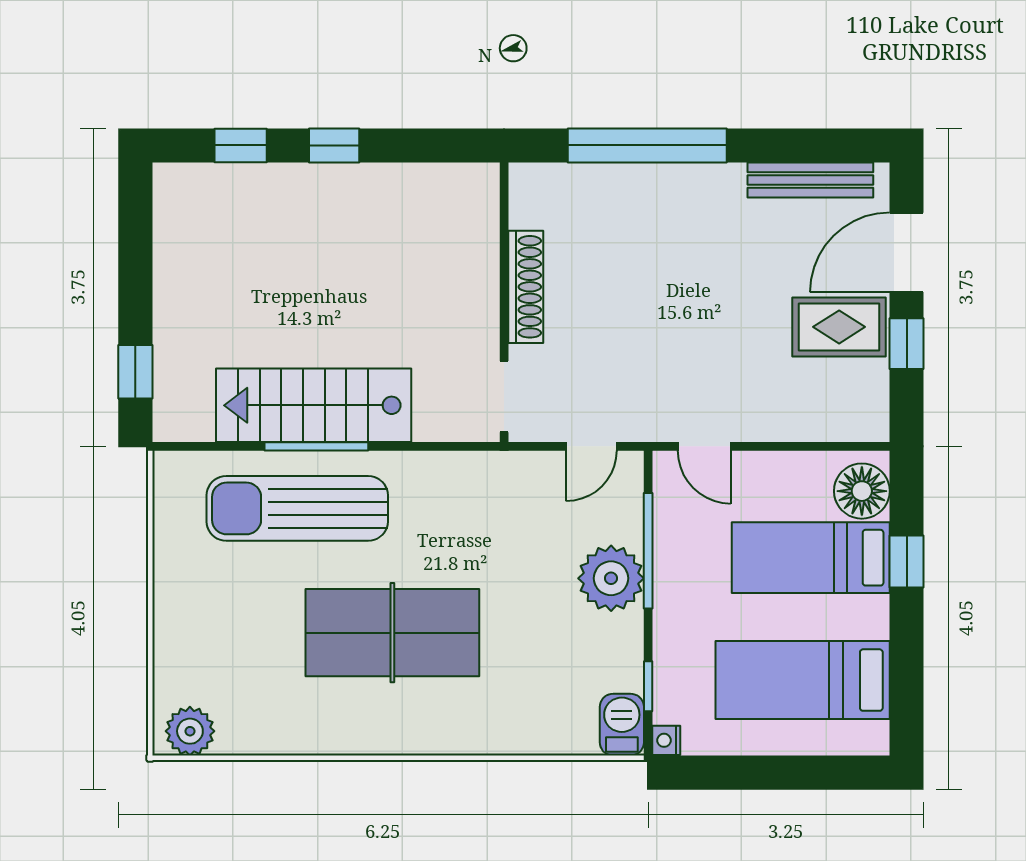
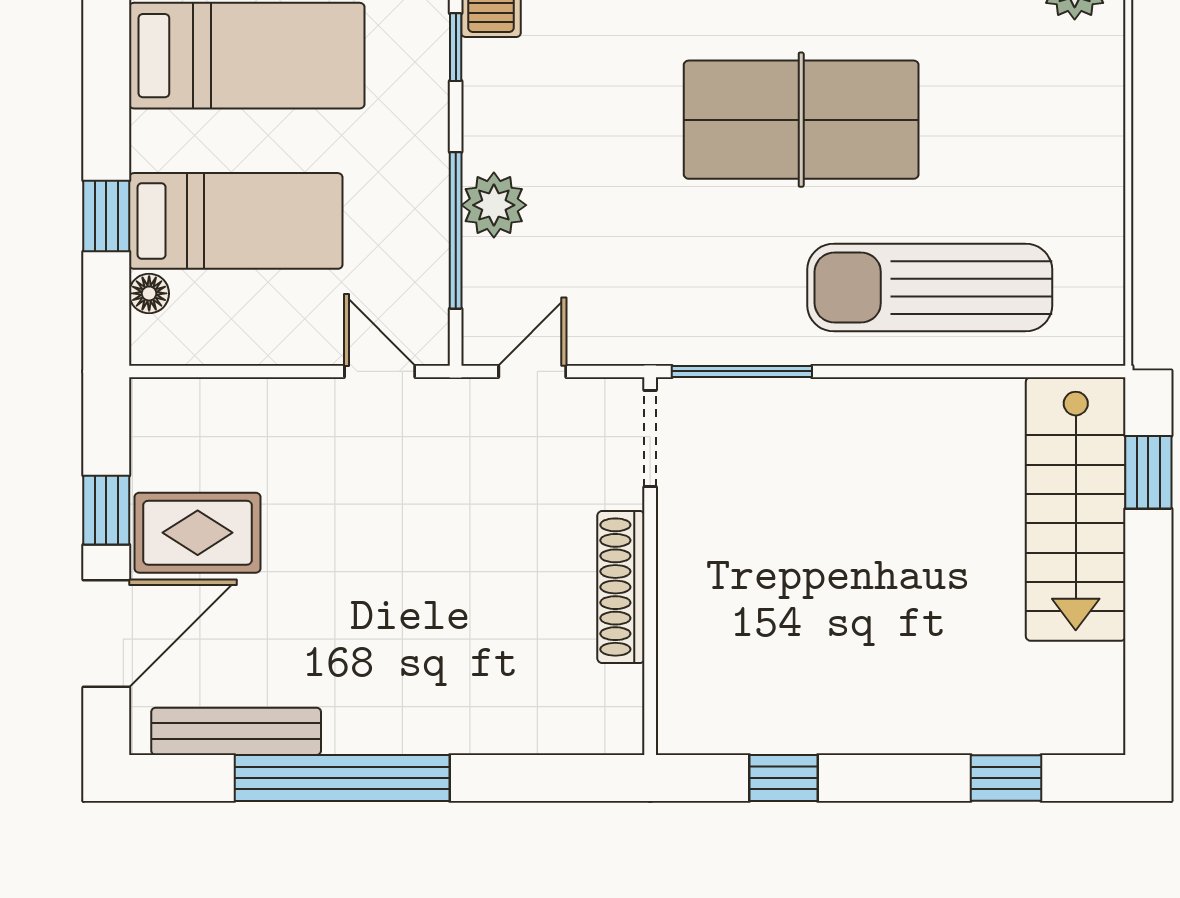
window: (334, 145) -> (784, 778), moved
window: (647, 145) -> (342, 778), moved
stairs: (314, 405) -> (1076, 509), moved, turned 90
window: (316, 446) -> (742, 371), moved
floor lamp: (862, 491) -> (149, 293), width x0.53, depth x0.53
sun lounger: (297, 508) -> (930, 288), turned 180
plant: (611, 578) -> (494, 205), width x0.73, depth x0.73

